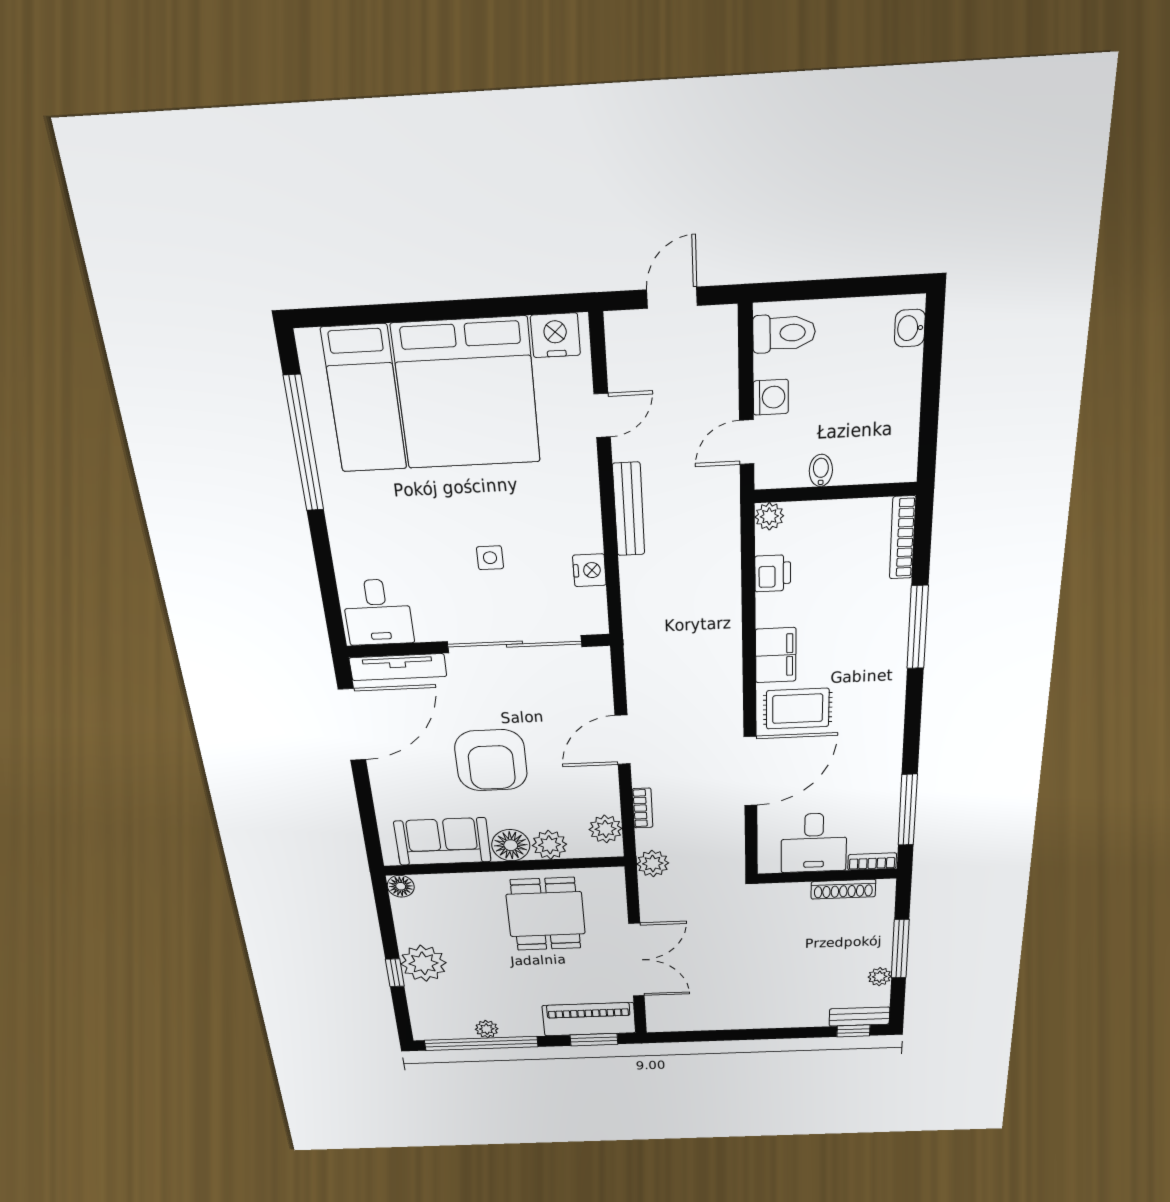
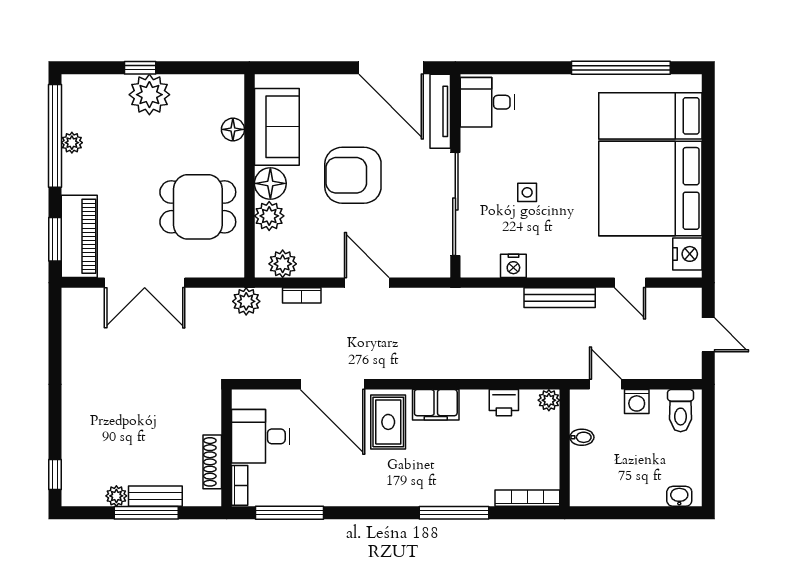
floor lamp: (401, 886) -> (233, 129), moved
bench: (859, 1017) -> (155, 496), moved, turned 90

